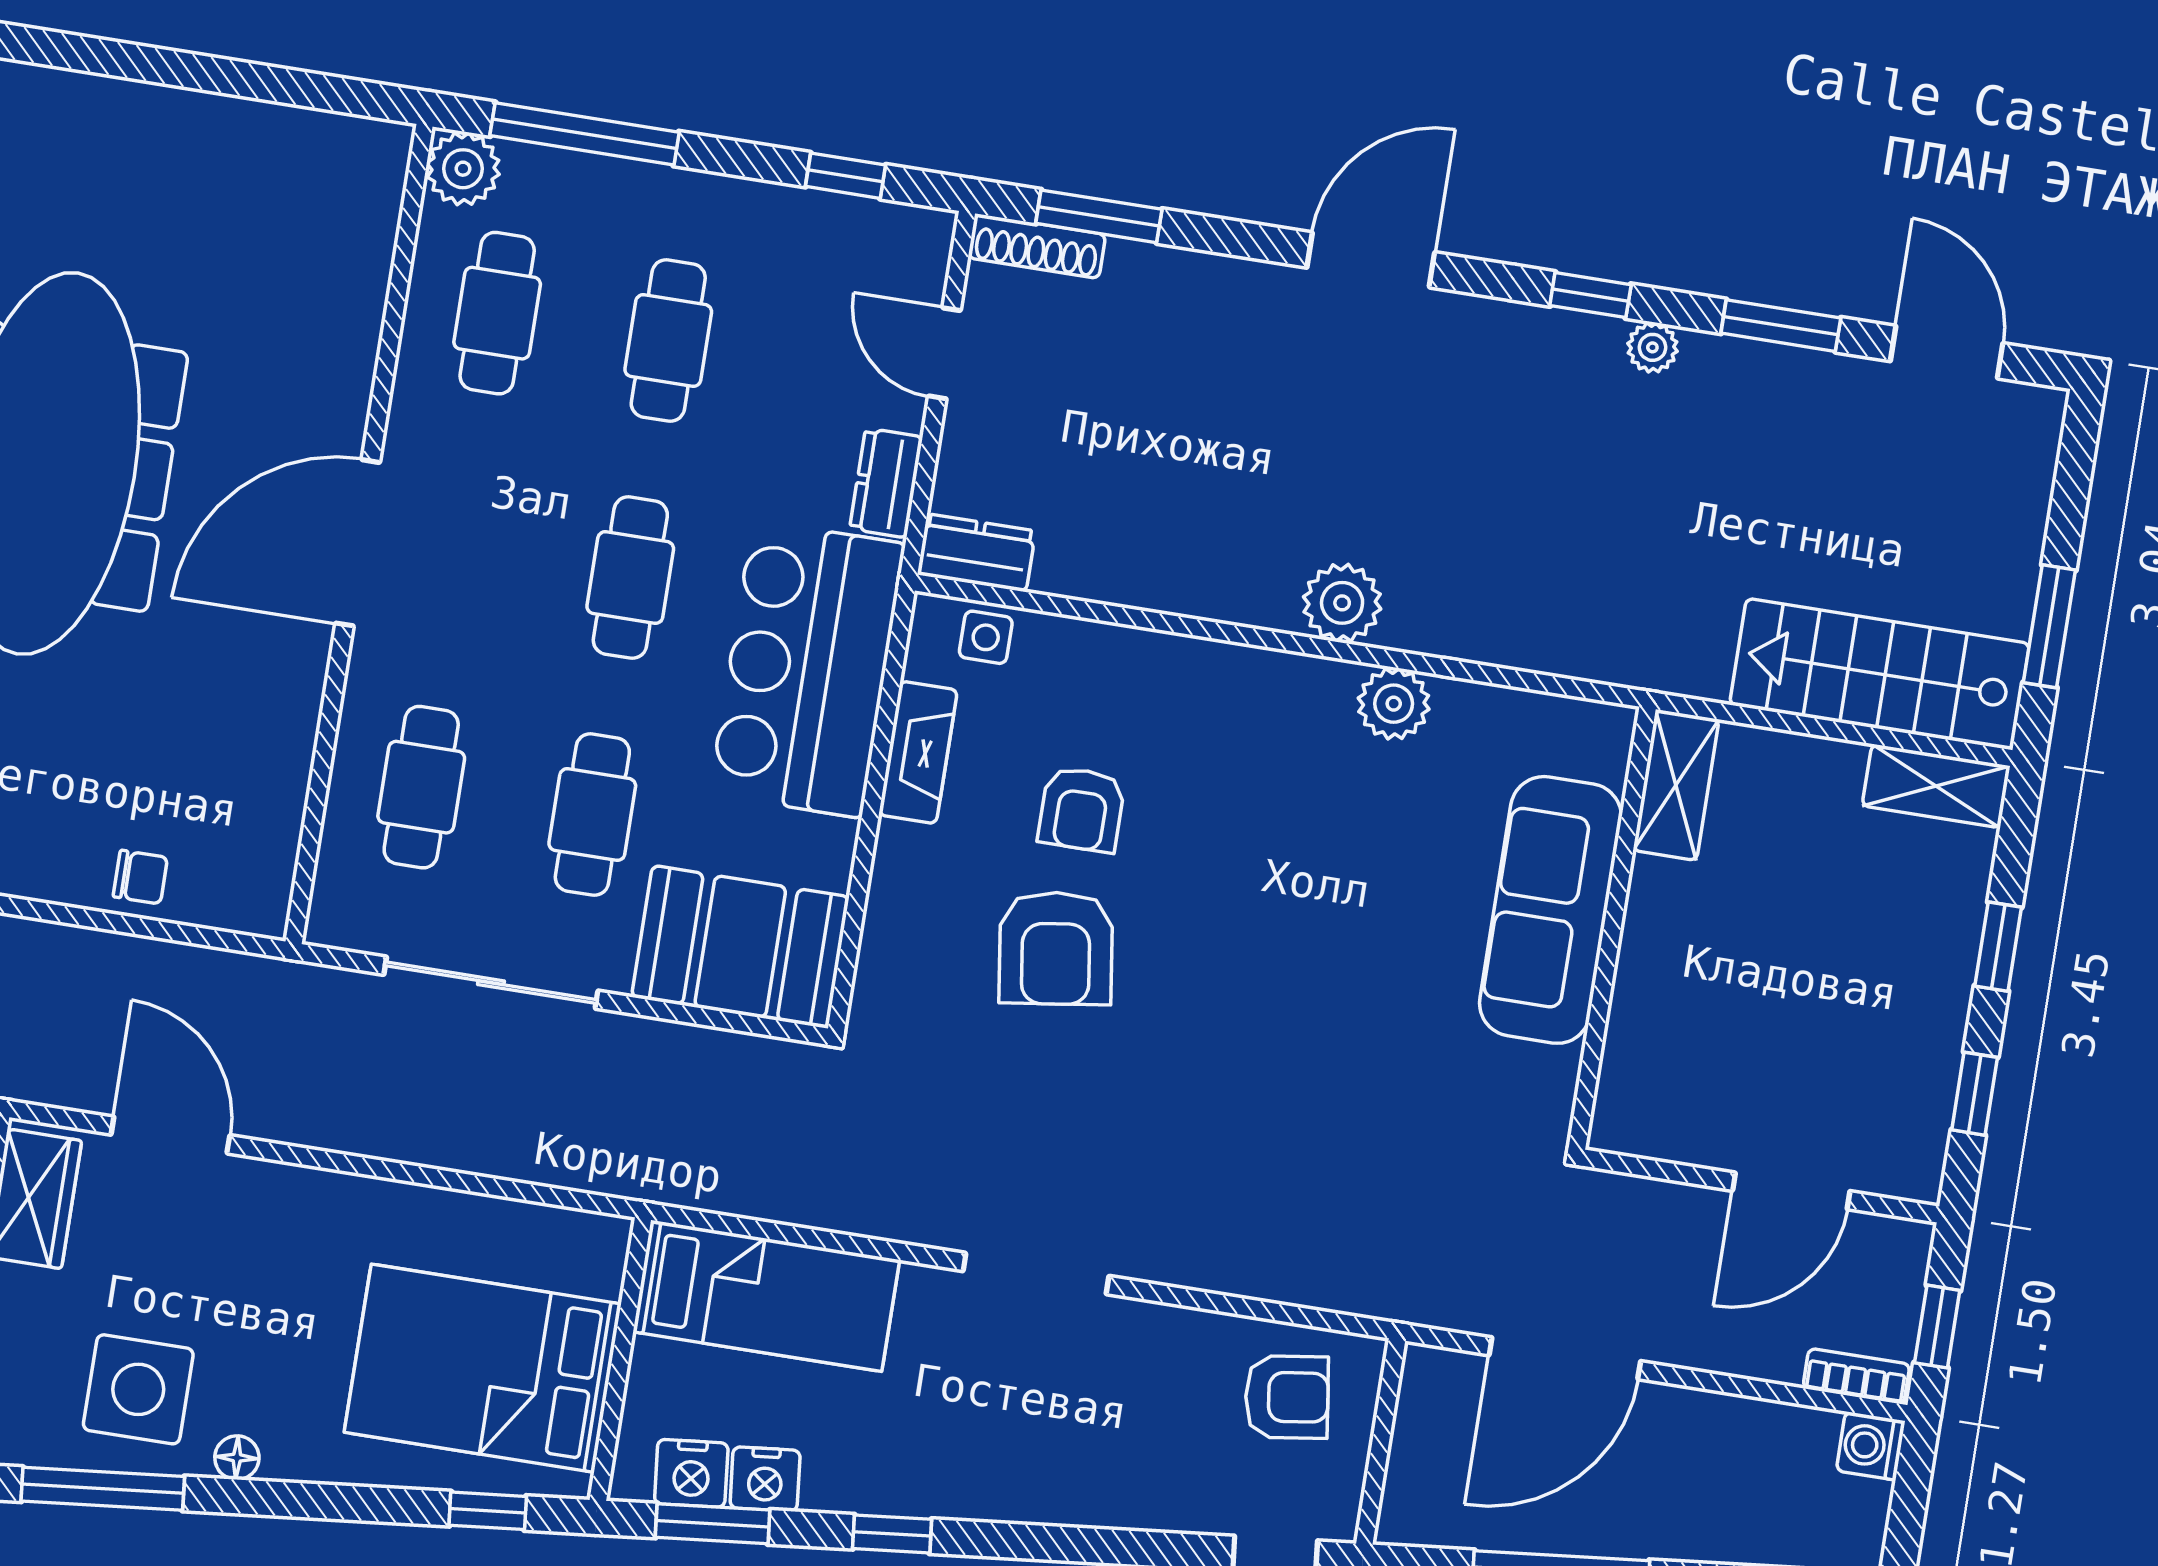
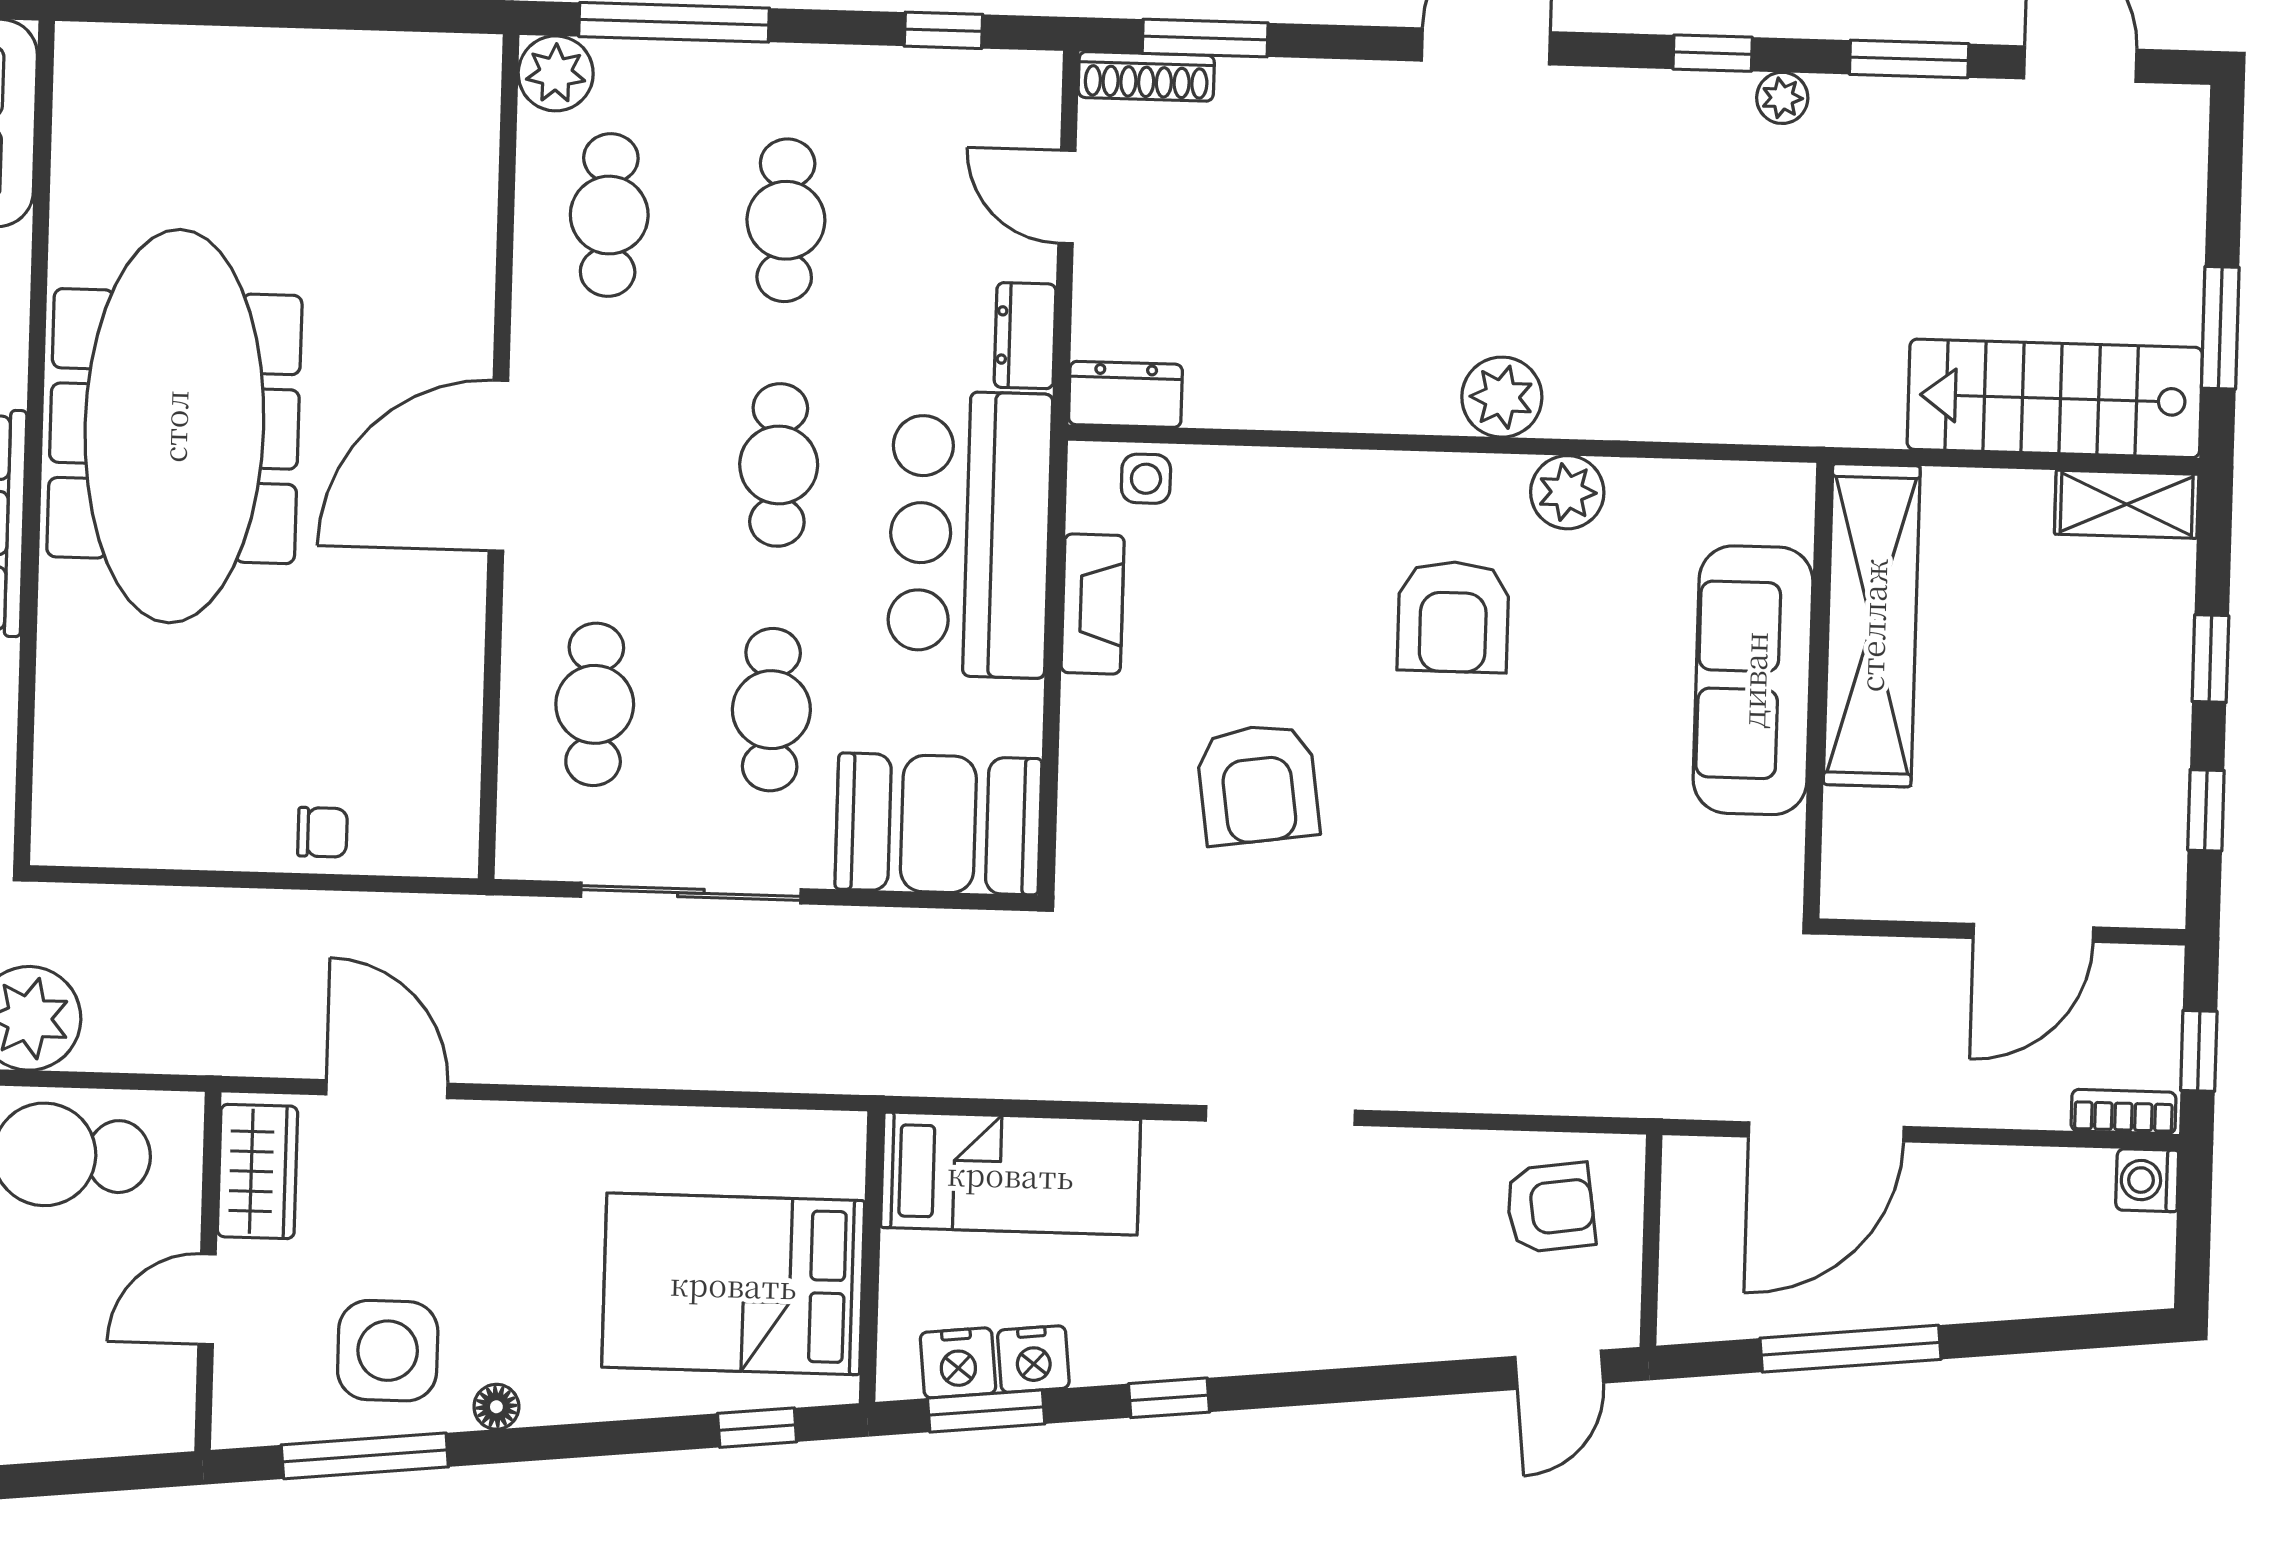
shelving: (1676, 785) -> (1872, 625), width x2.20, depth x1.33
armchair: (1082, 809) -> (1453, 617), moved, width x1.38, depth x1.38

